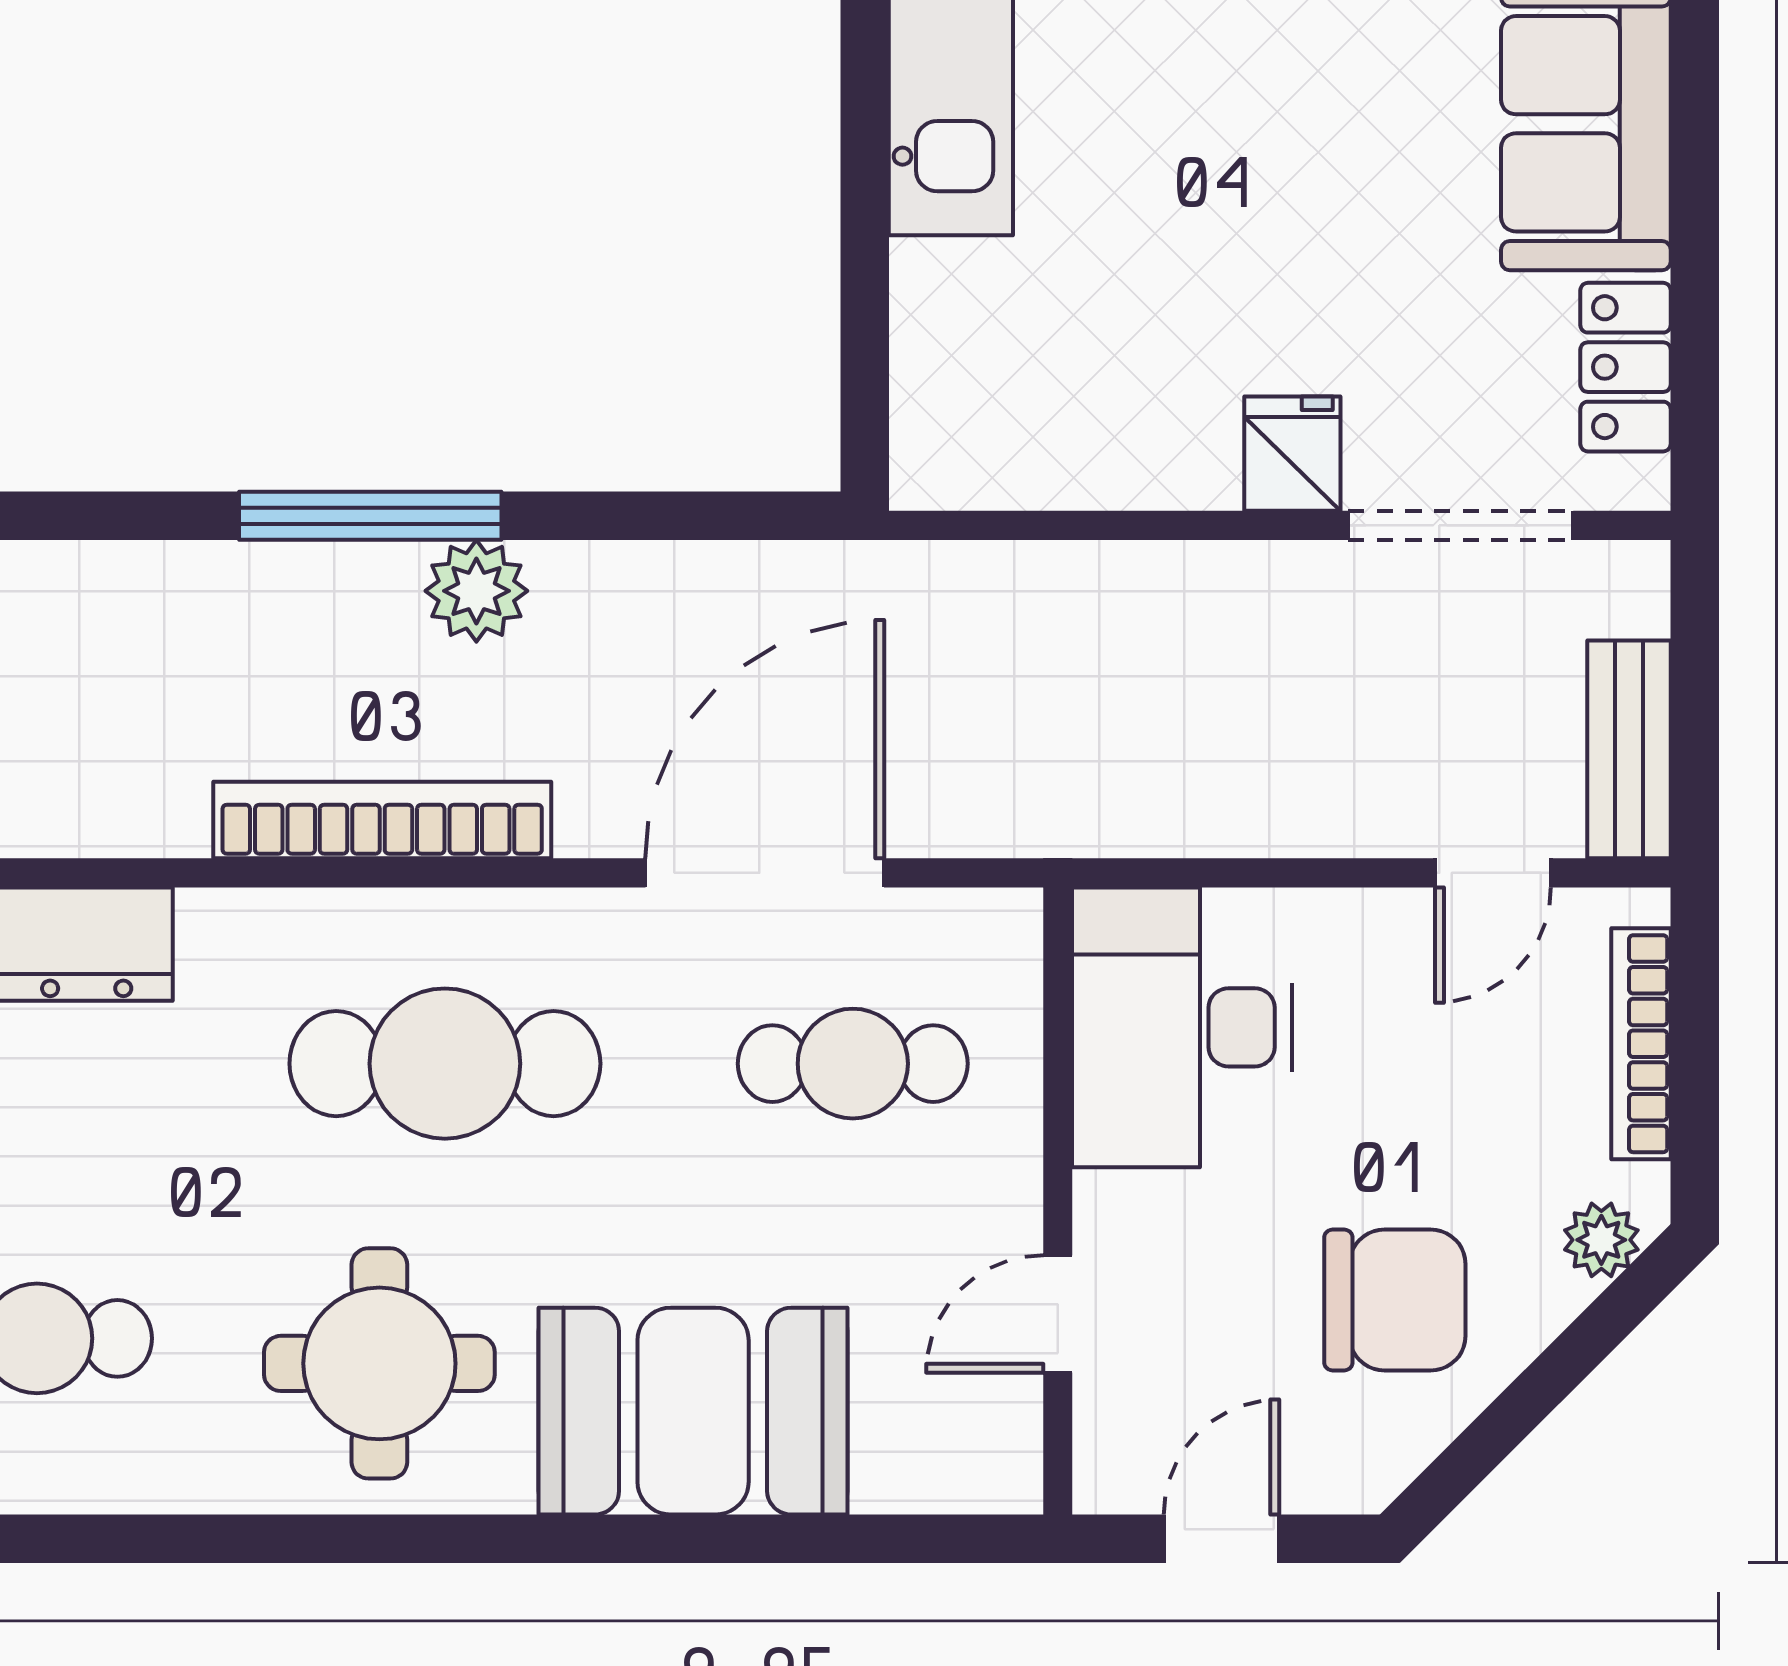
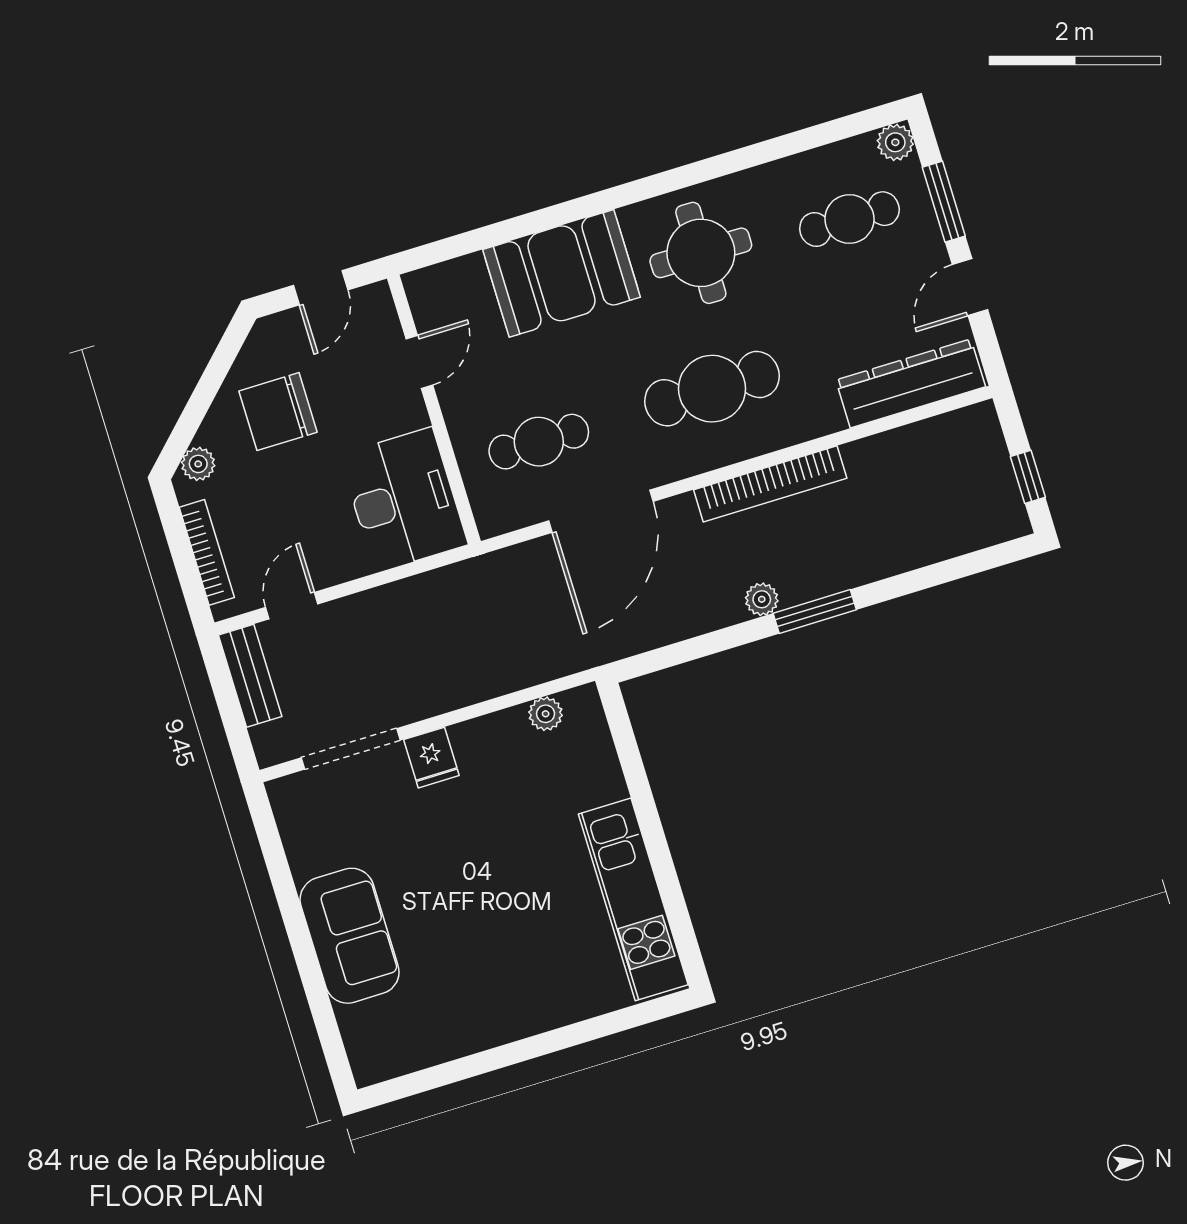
locker: (1626, 367) -> (301, 838), removed
plant: (1018, 473) -> (546, 714), added
window: (370, 516) -> (815, 612), width x0.69
plant: (476, 591) -> (762, 599), width x0.73, depth x0.73

